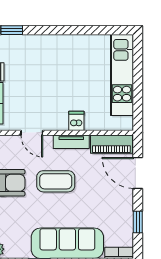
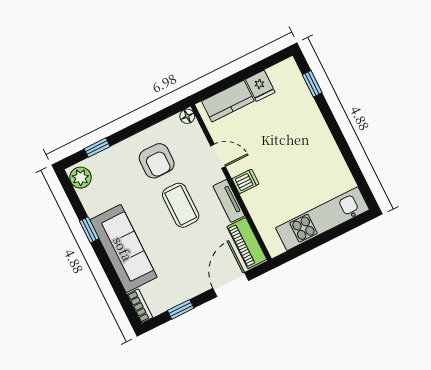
dishwasher: (76, 121) -> (245, 181), moved
door: (32, 133) -> (218, 156), swing flipped

